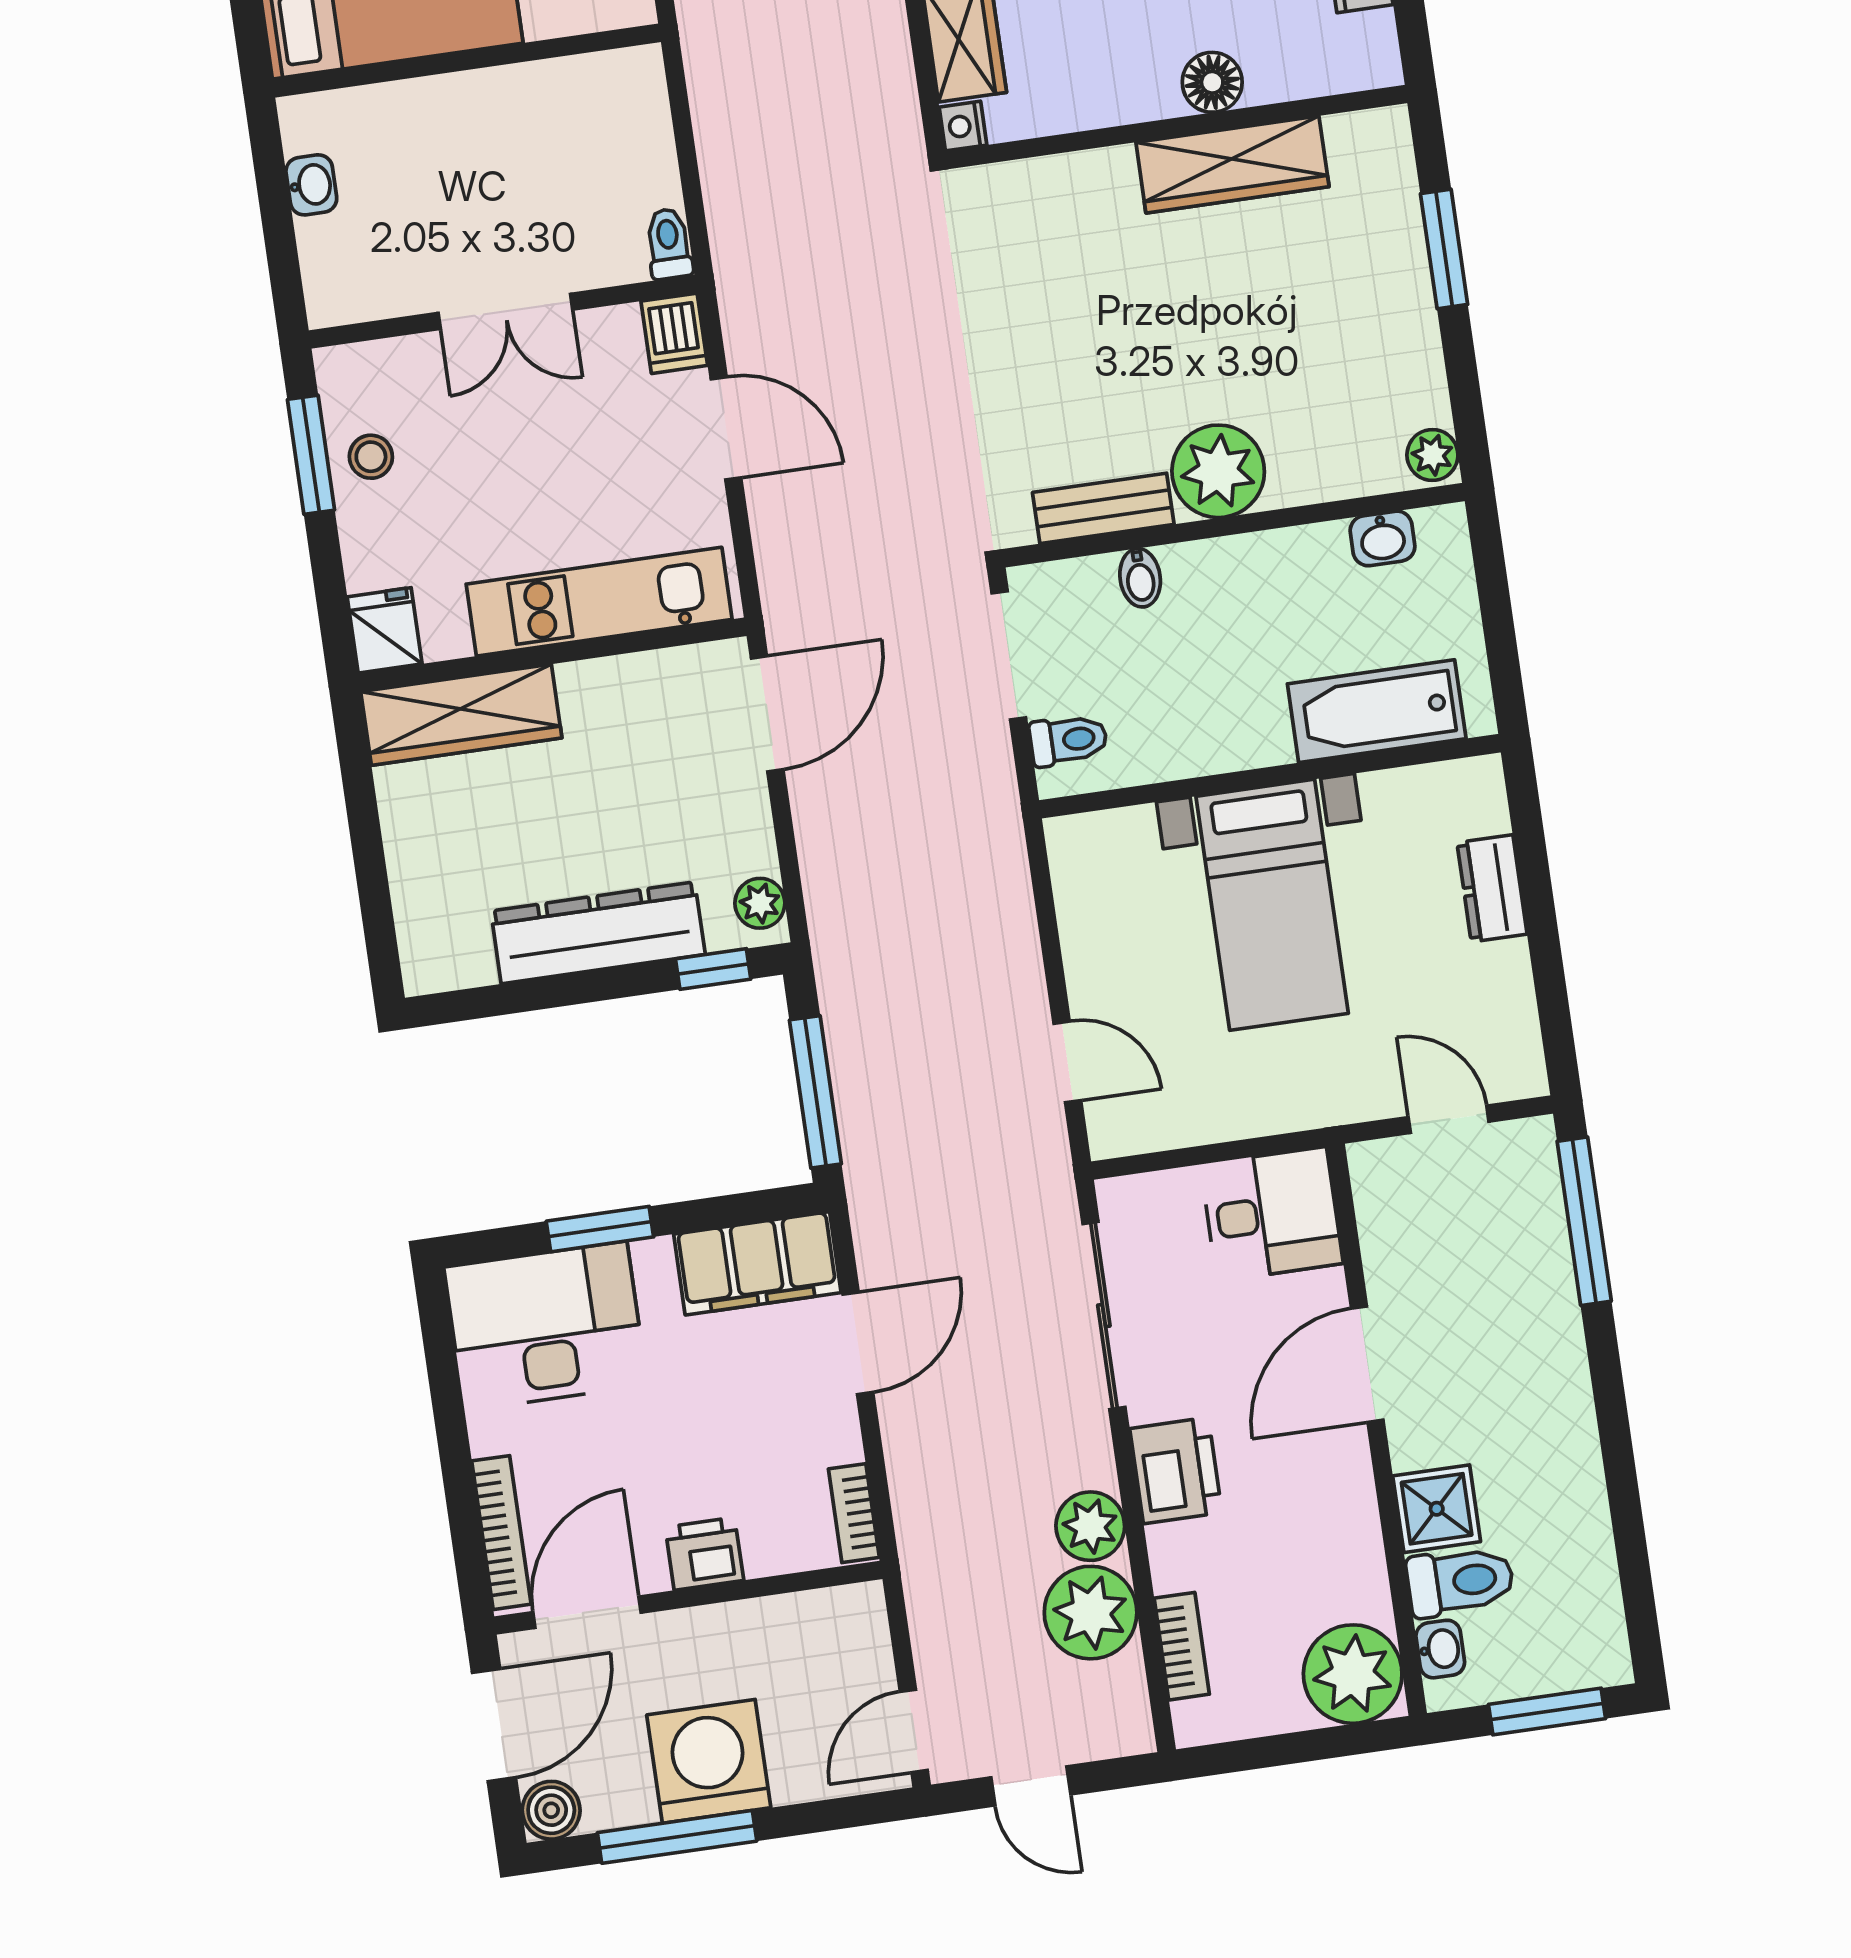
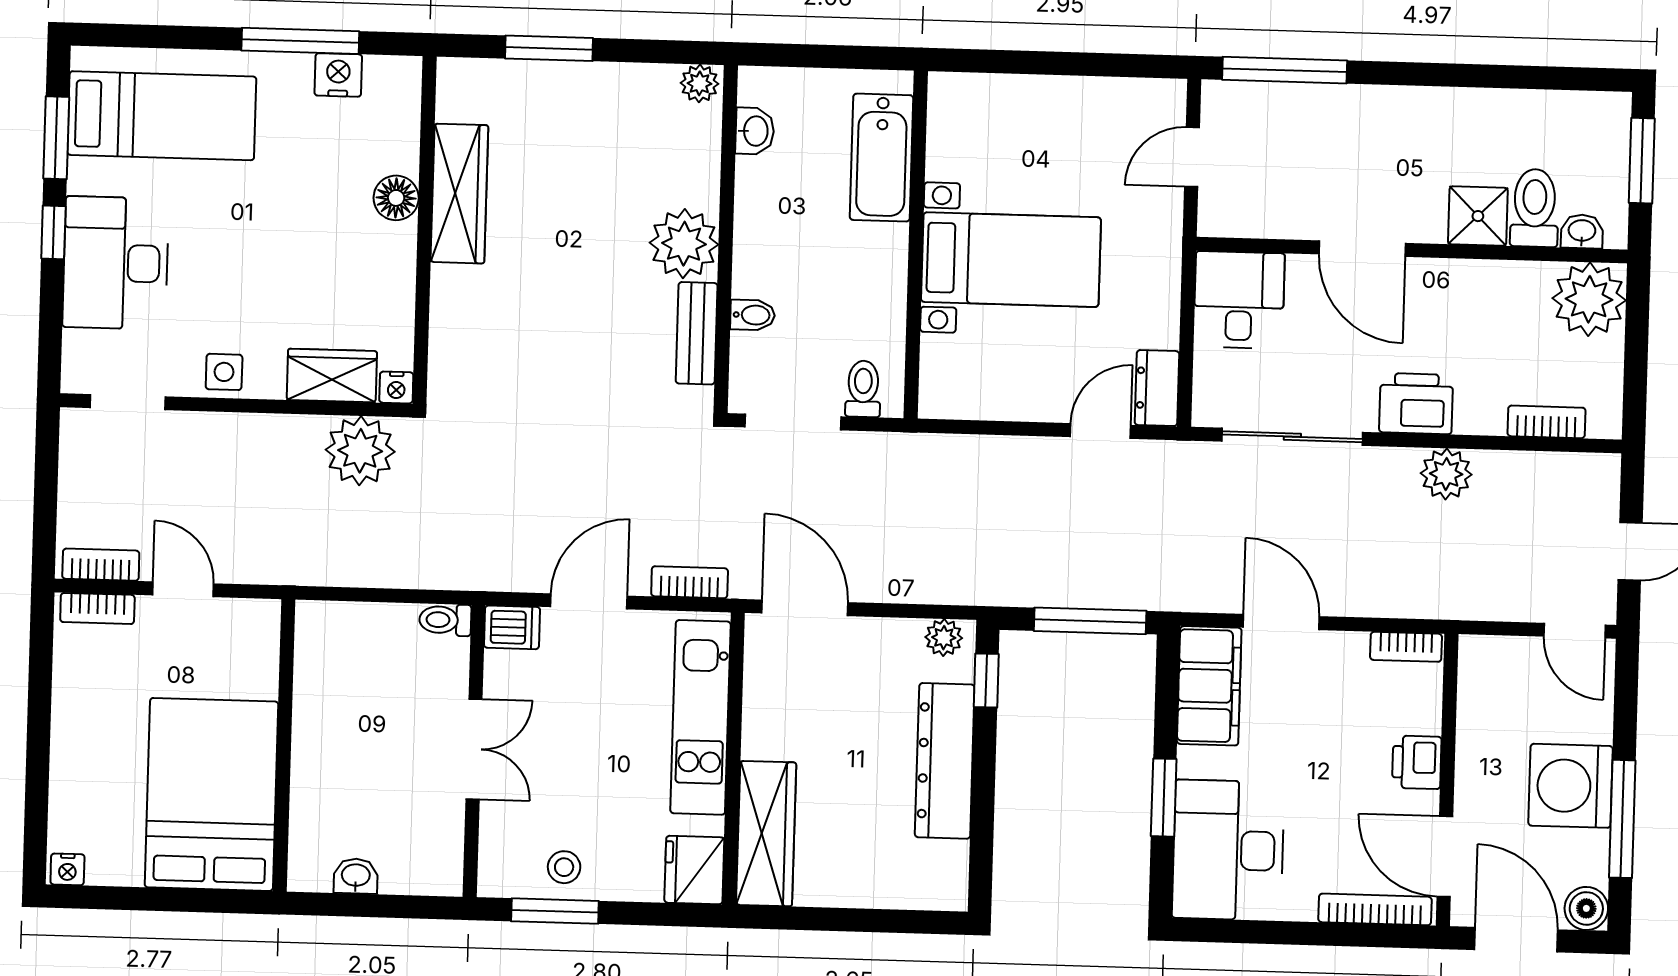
bookcase: (774, 556) -> (690, 582), added
fridge: (385, 630) -> (694, 870), width x1.38
dresser: (1492, 888) -> (1157, 388), moved, turned 90
plant: (1091, 1613) -> (360, 451), moved

